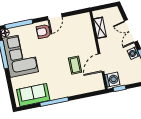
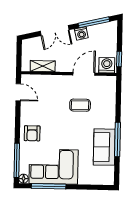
door: (55, 17) -> (18, 92), moved
door: (101, 63) -> (84, 74), swing flipped
sofa: (33, 95) -> (104, 147), moved

